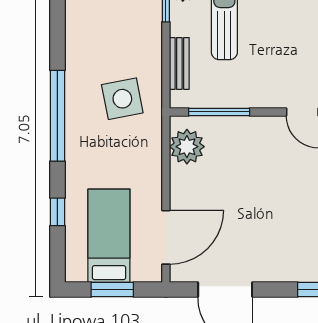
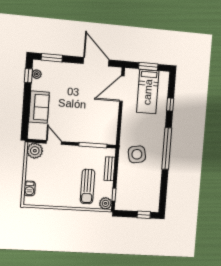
plant: (187, 147) -> (109, 130), removed

